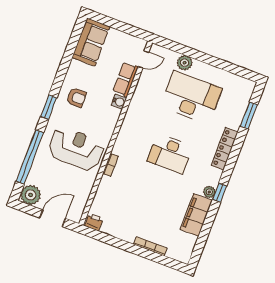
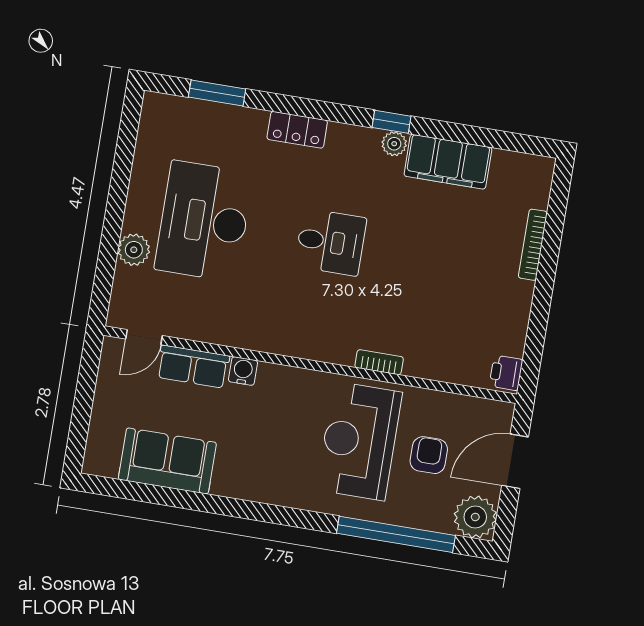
sofa: (91, 42) -> (167, 461), moved
door: (144, 59) -> (144, 337), swing flipped
armchair: (76, 97) -> (429, 455), moved
window: (49, 107) -> (284, 516), removed
locker: (225, 149) -> (297, 130), width x0.66
desk: (170, 154) -> (331, 242), width x0.73
door: (53, 218) -> (515, 461), hinge flipped

